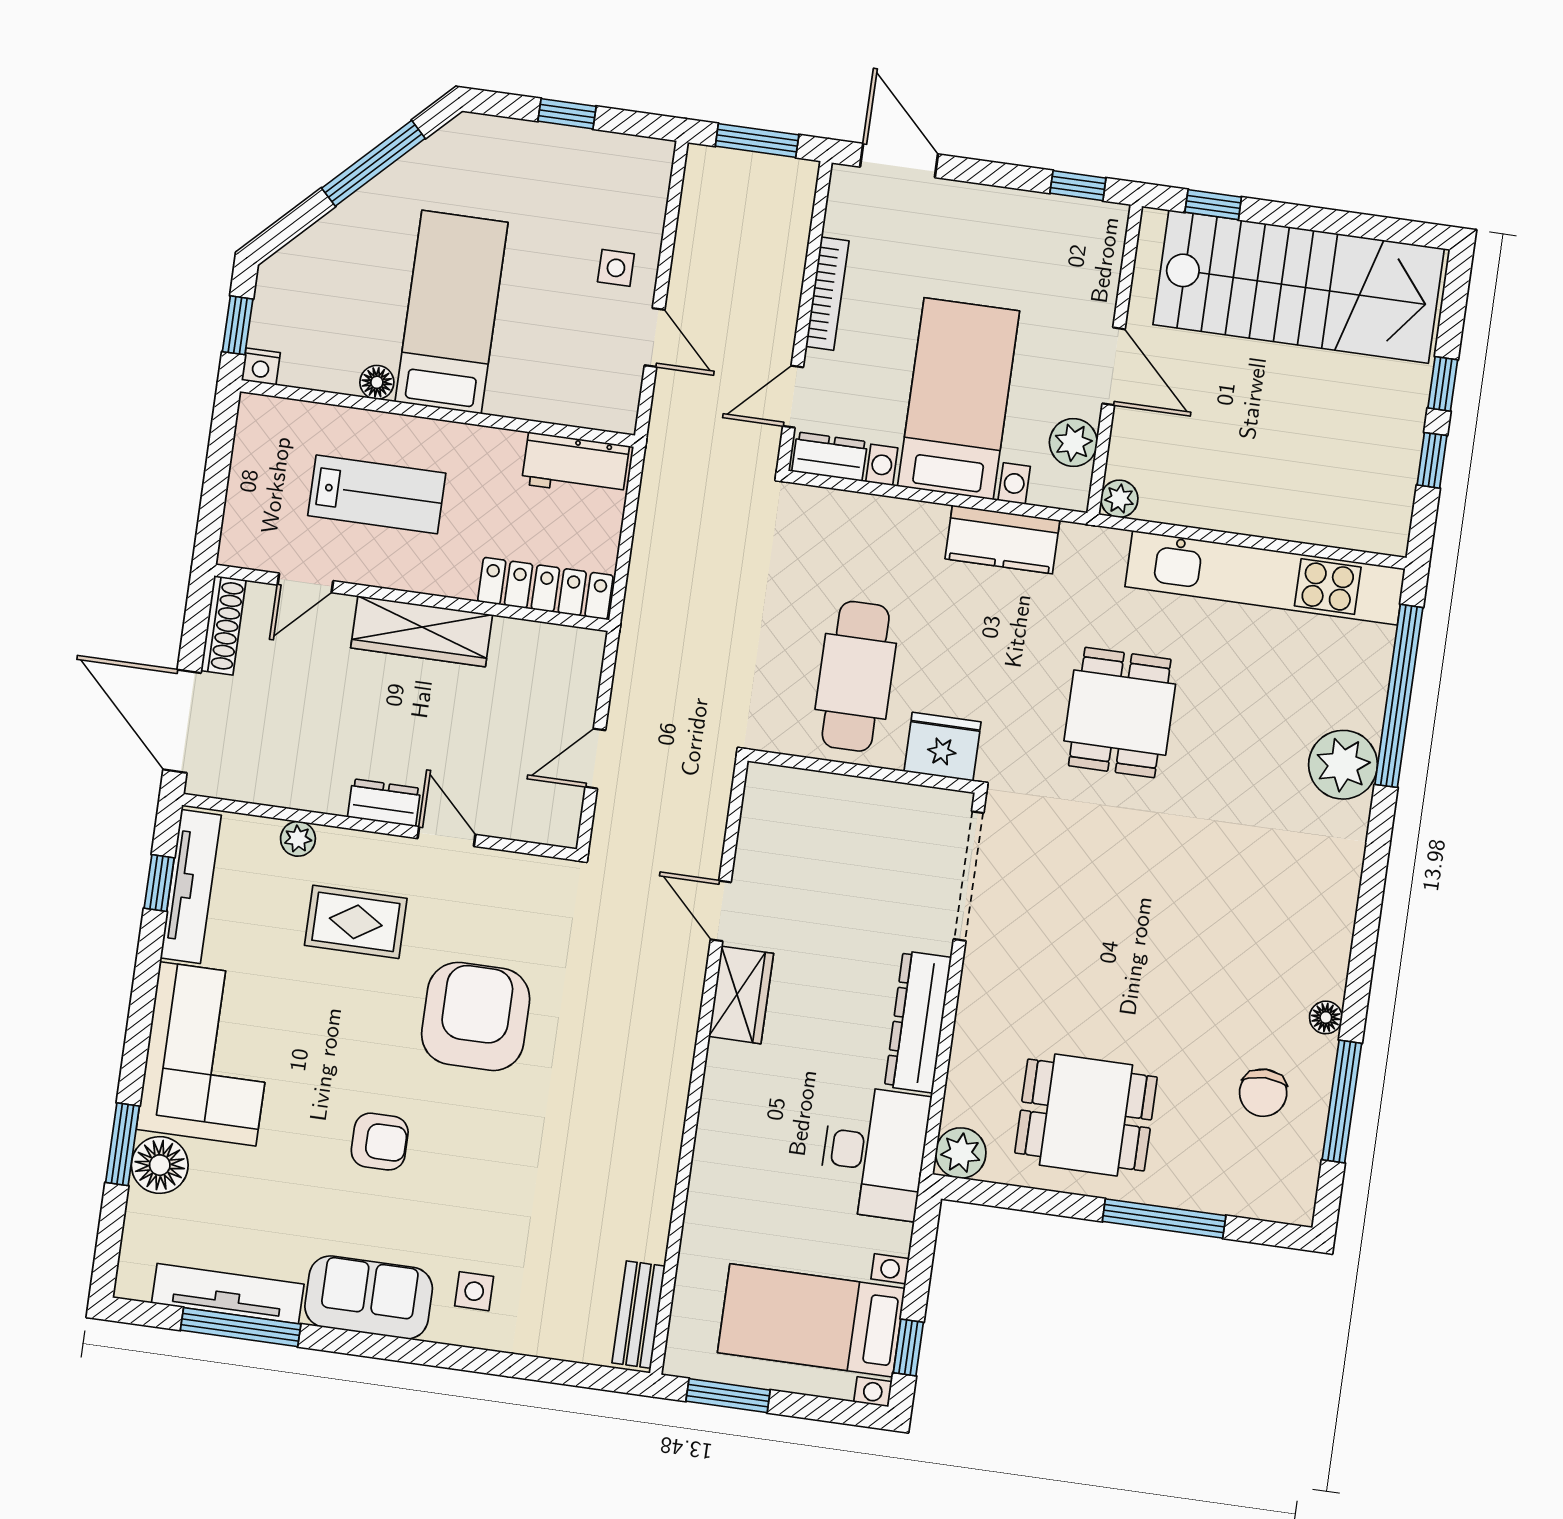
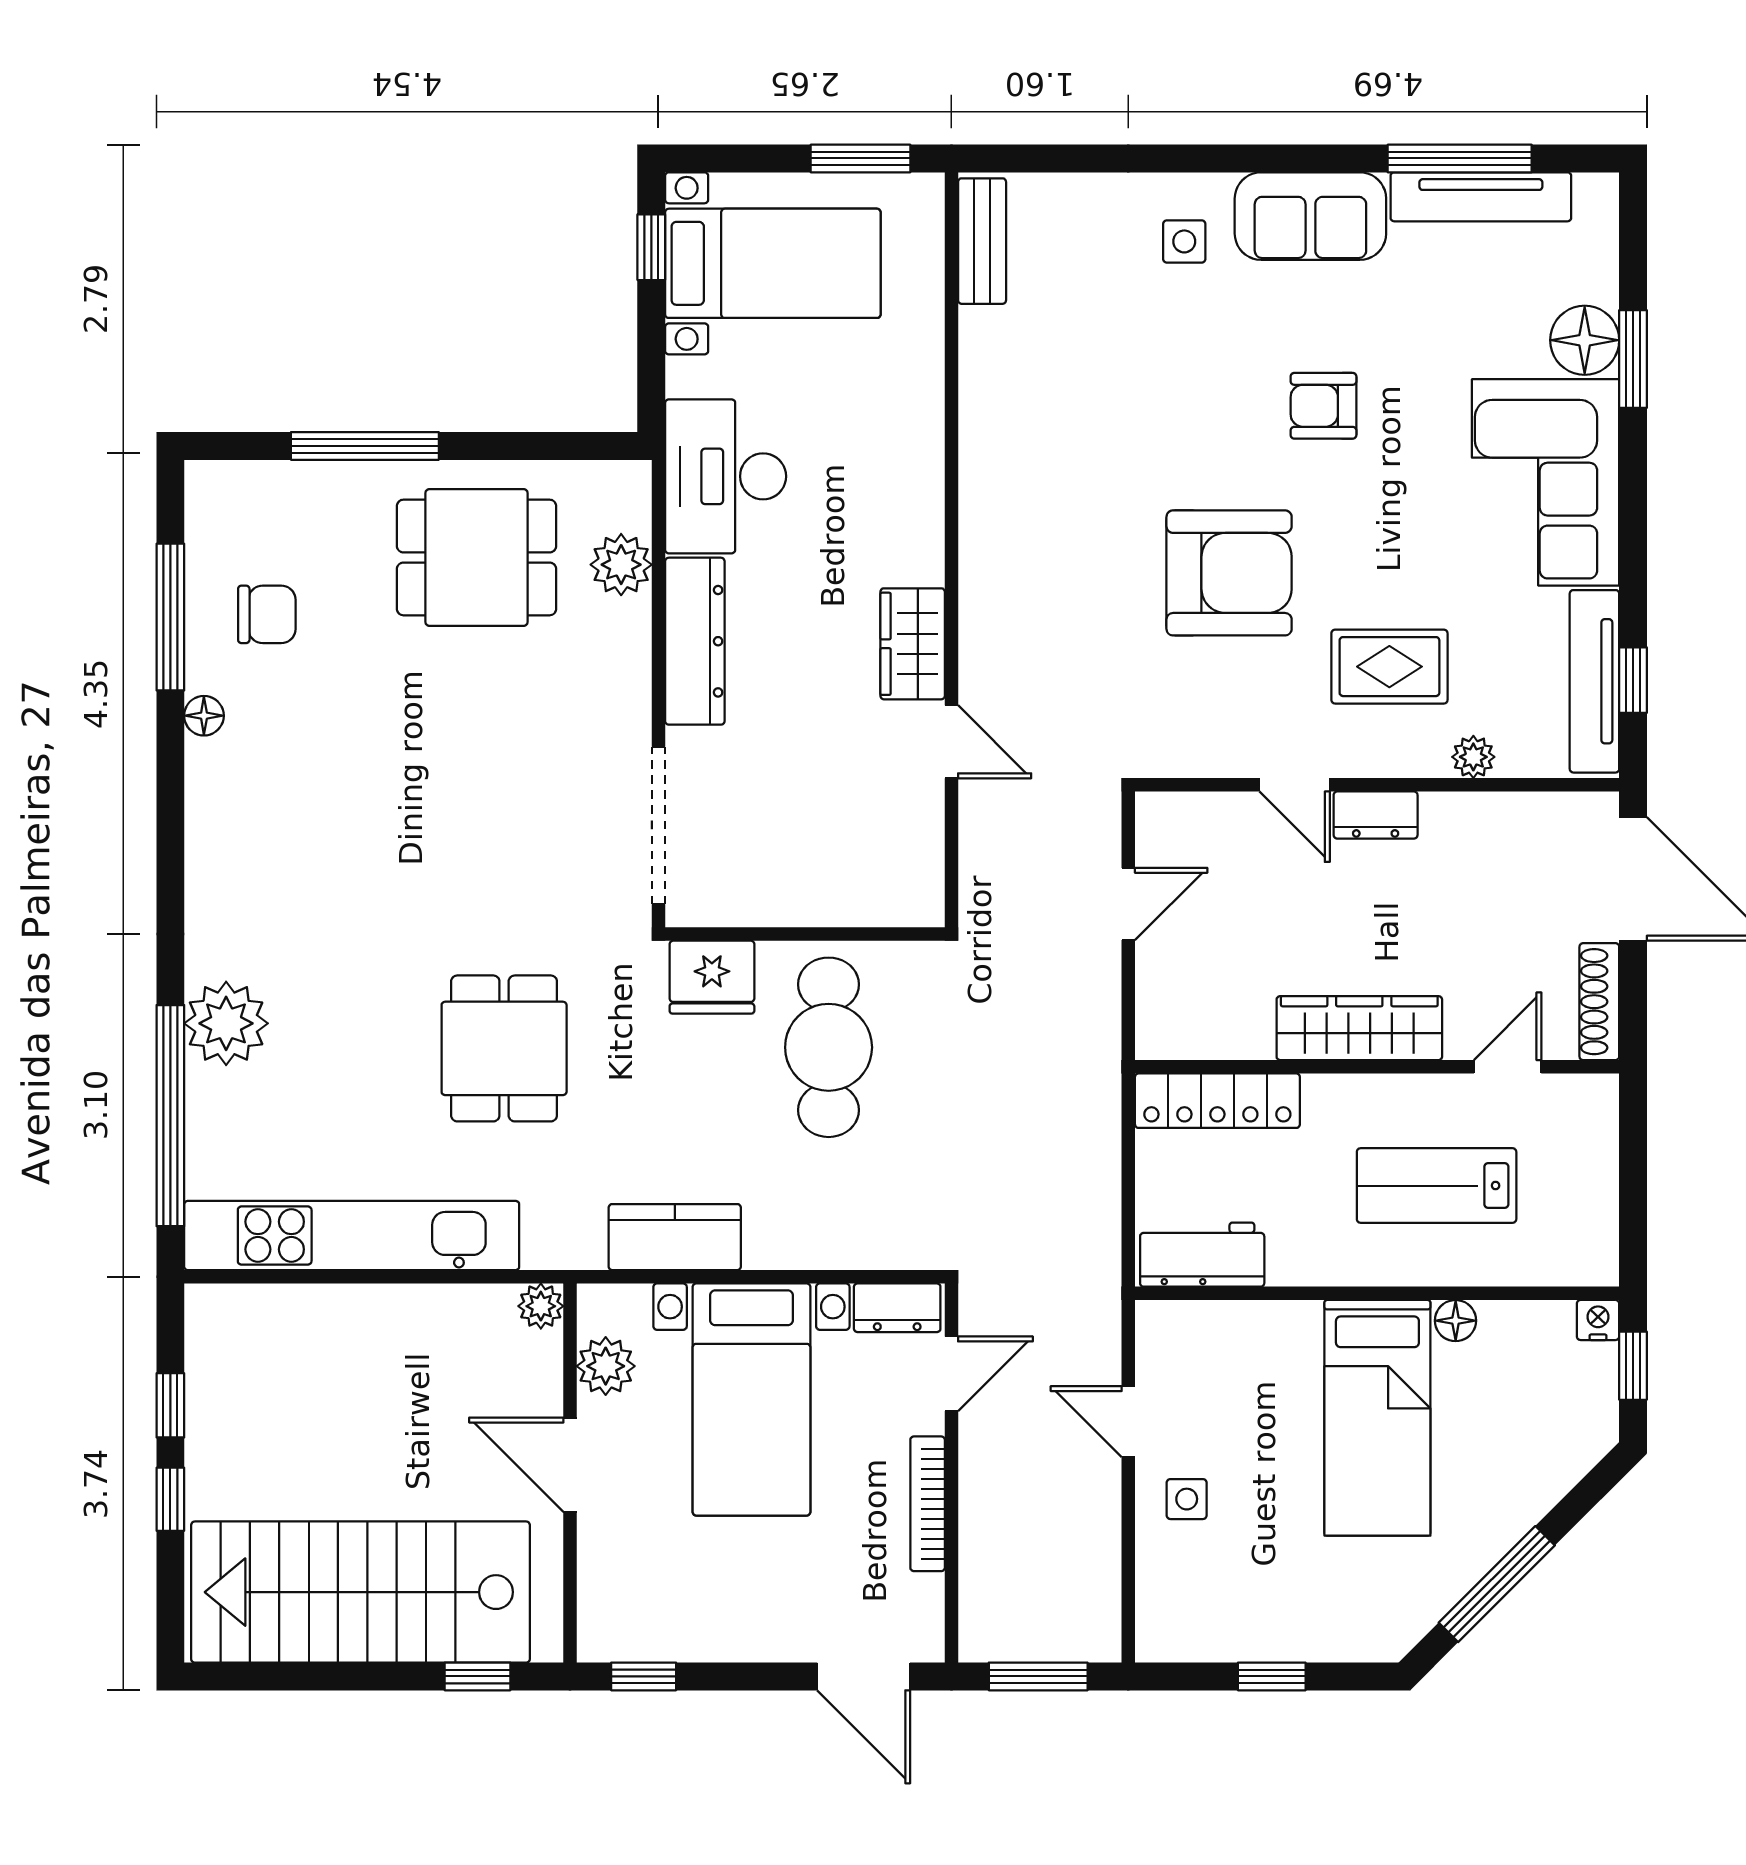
armchair: (476, 1016) -> (1229, 573), turned -90
chair: (1263, 1093) -> (267, 614), turned 90
plant: (961, 1153) -> (621, 565), moved

